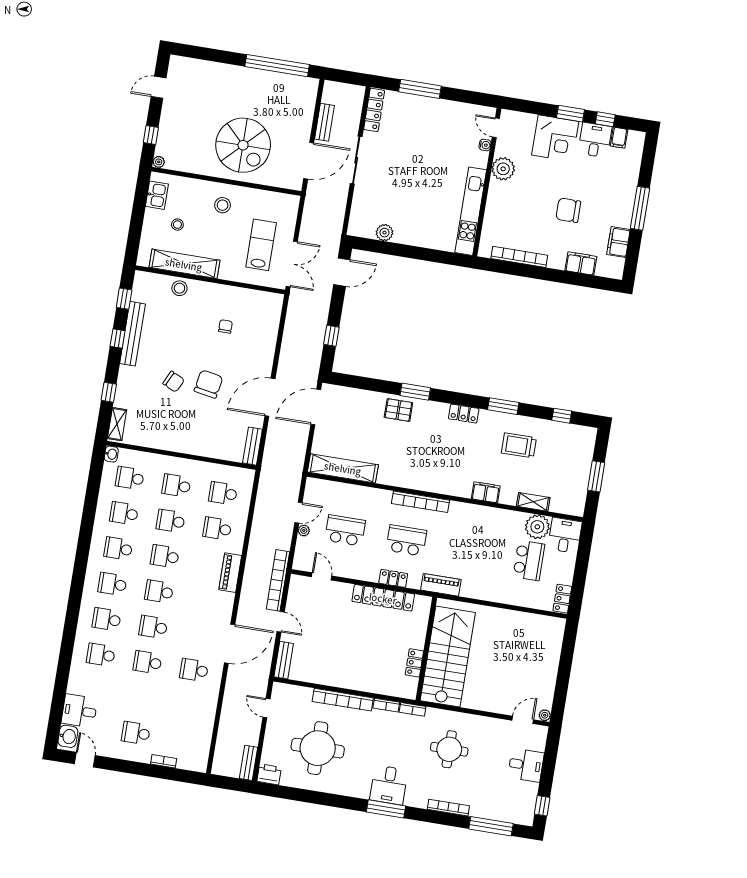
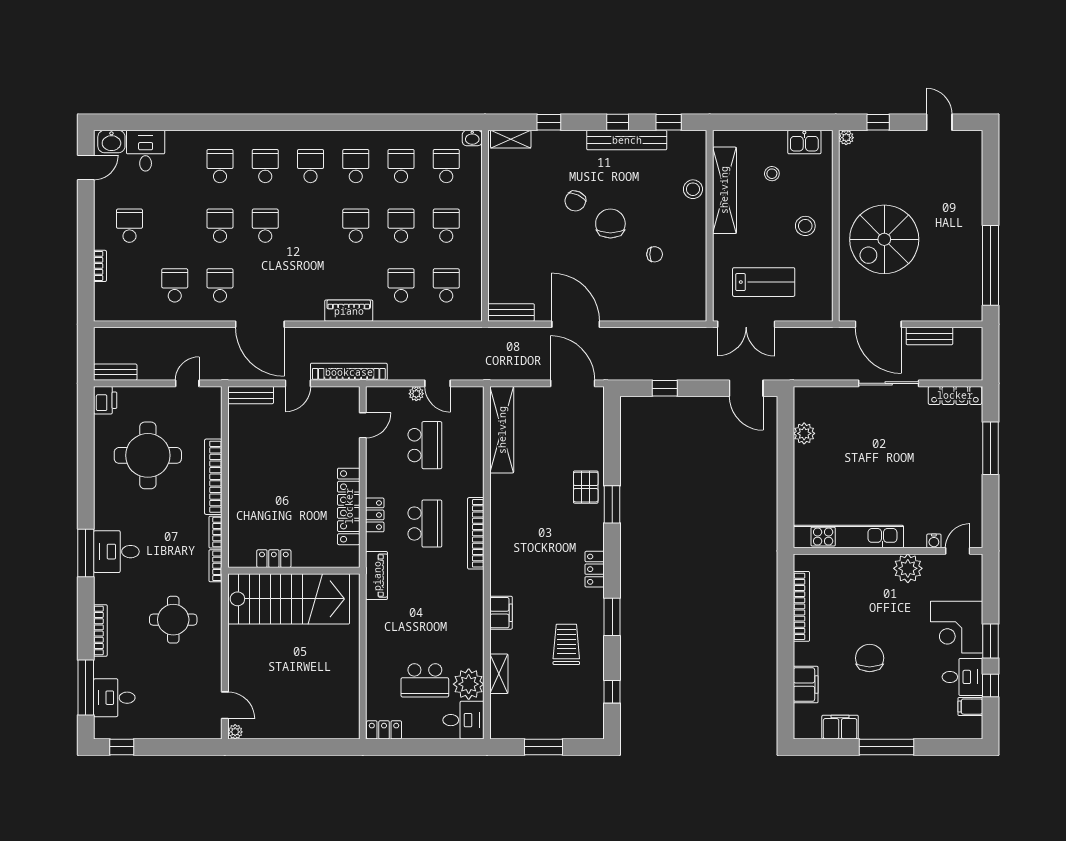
chair: (209, 384) -> (610, 224), moved, turned -100
school desk: (159, 592) -> (175, 285), moved
desk: (526, 765) -> (114, 698), moved, turned 90

